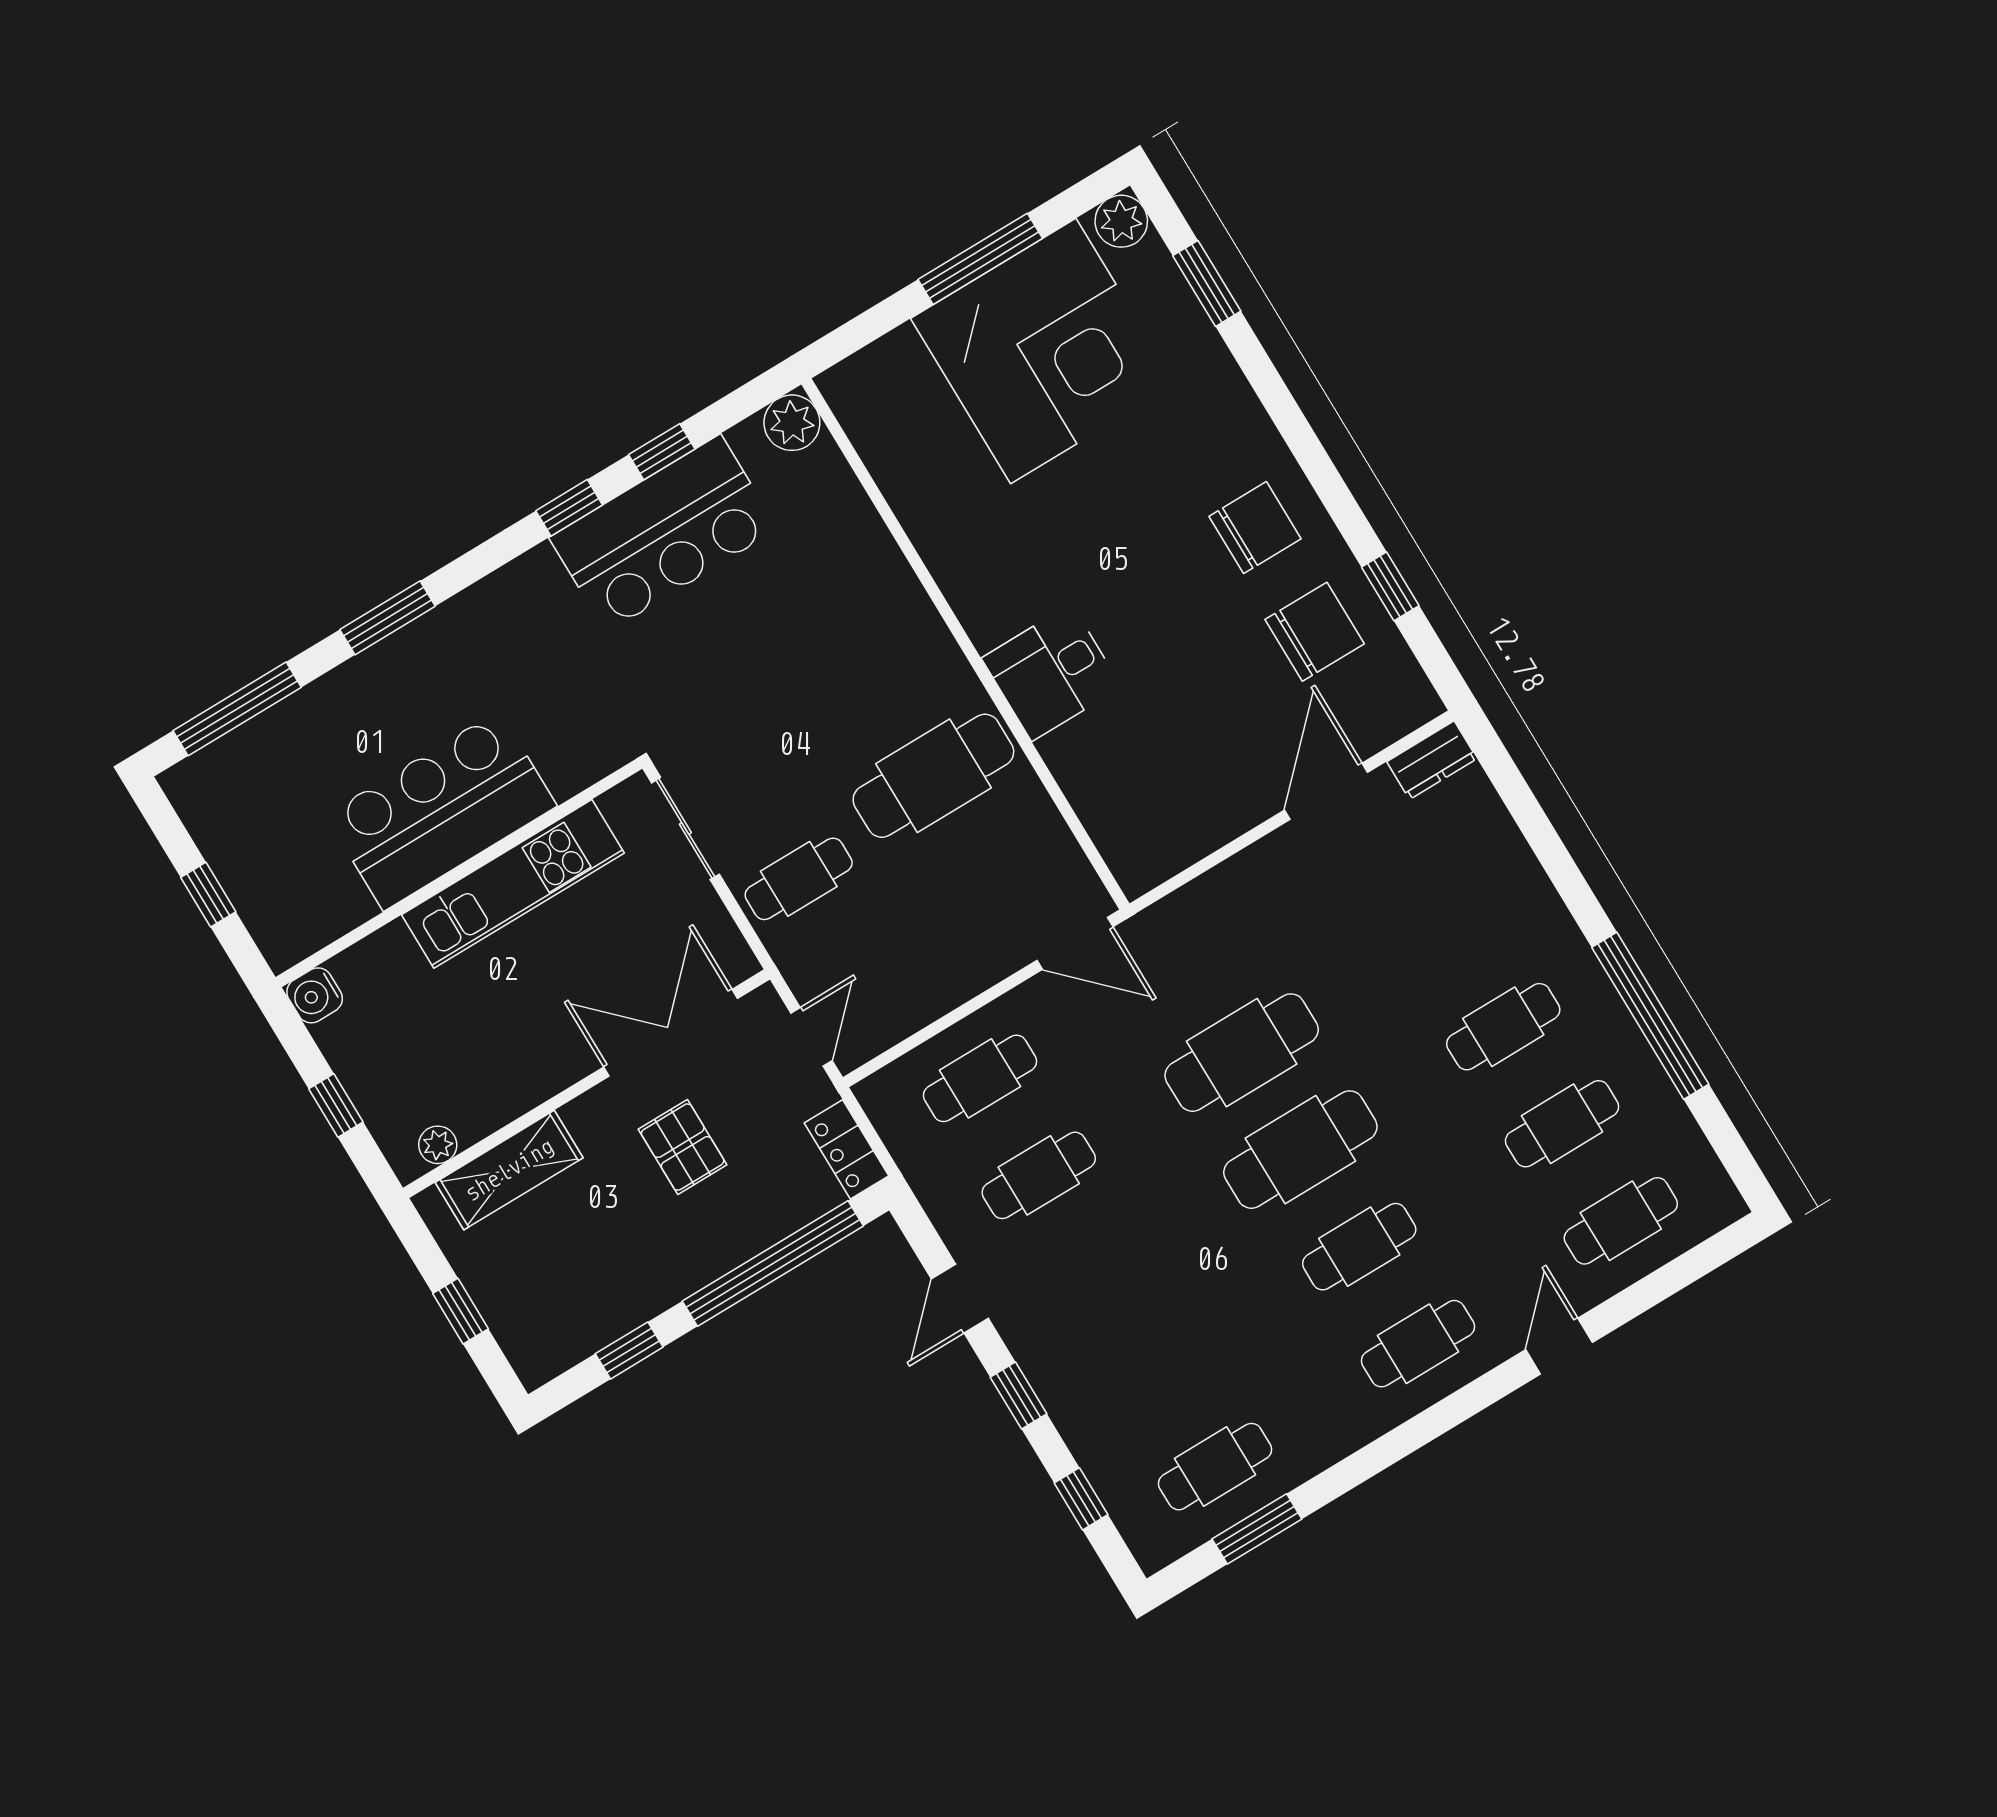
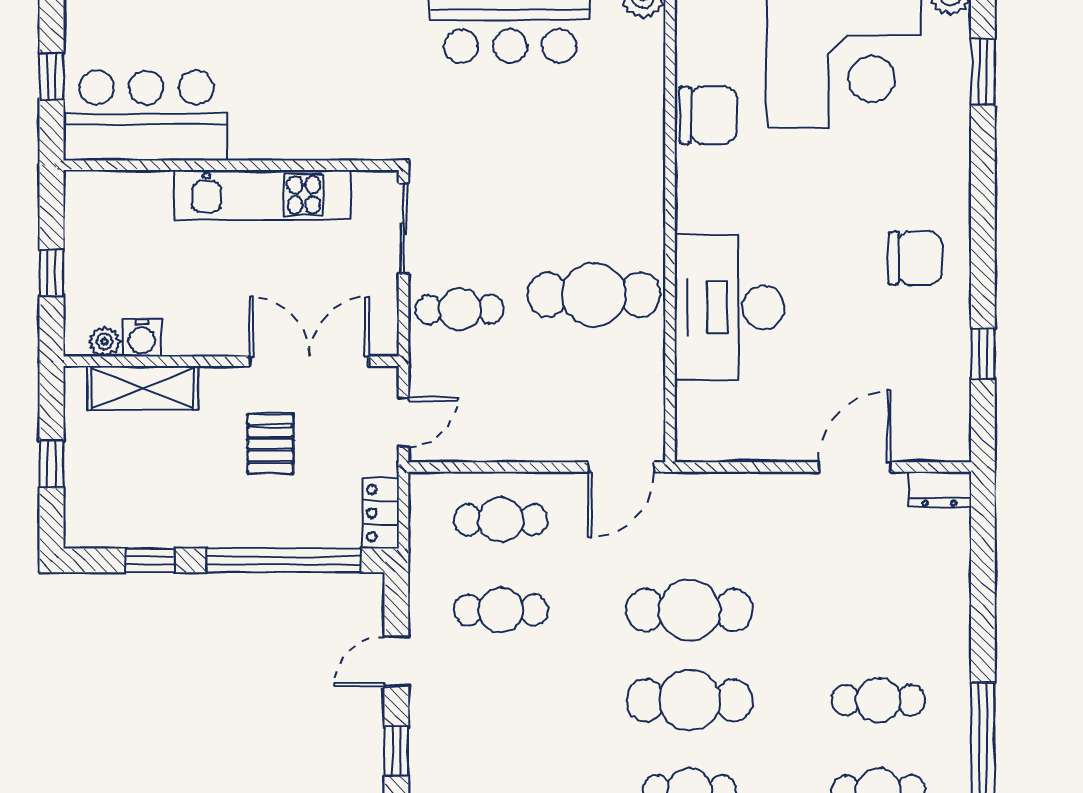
chair: (1315, 632) -> (708, 115), moved
desk: (1052, 673) -> (729, 307), width x1.87, depth x1.30
bar counter: (441, 811) -> (146, 115), moved
door: (1075, 943) -> (621, 467), hinge flipped
water cooler: (315, 995) -> (142, 337), moved, turned -90

